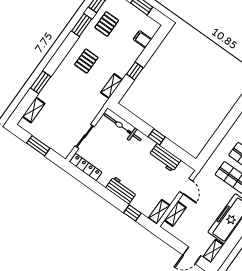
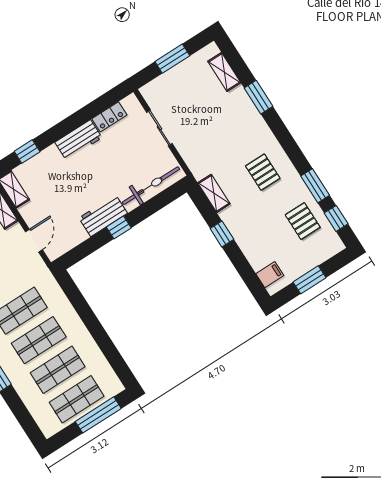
filing cabinet: (142, 39) -> (270, 275), moved
workbench: (165, 158) -> (103, 216), moved
locker: (86, 167) -> (109, 117), width x0.66
door: (186, 186) -> (34, 241), swing flipped
workbench: (121, 190) -> (78, 140), moved

